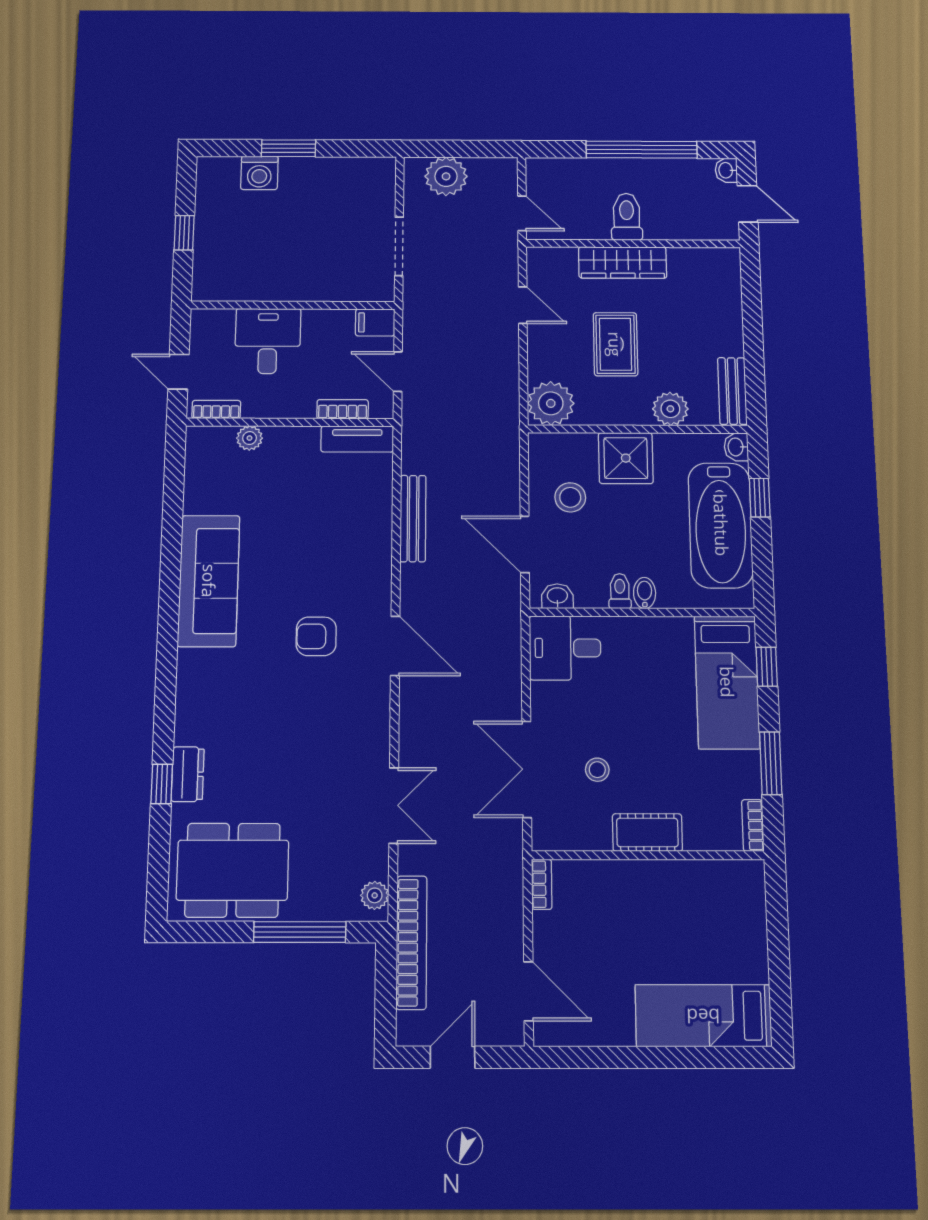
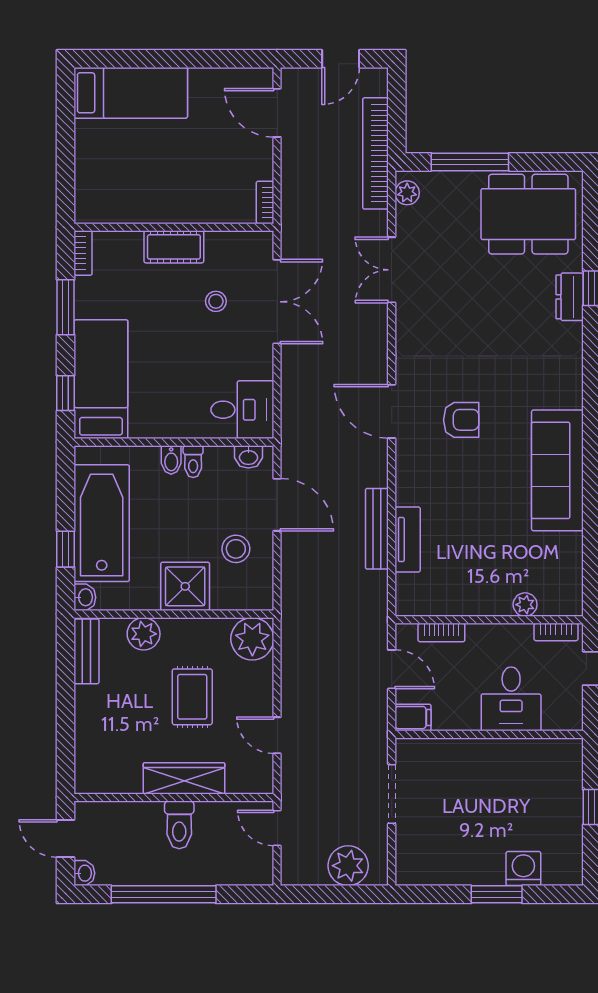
tv unit: (357, 439) -> (408, 539), moved, turned 90

